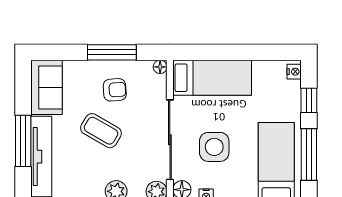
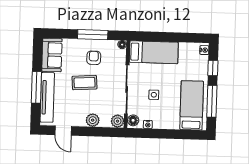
armchair: (115, 90) -> (94, 58), turned -86
coffee table: (101, 131) -> (85, 83), turned -34
side table: (214, 147) -> (154, 95), width x0.54, depth x0.54

